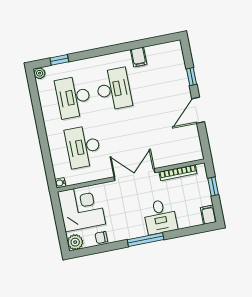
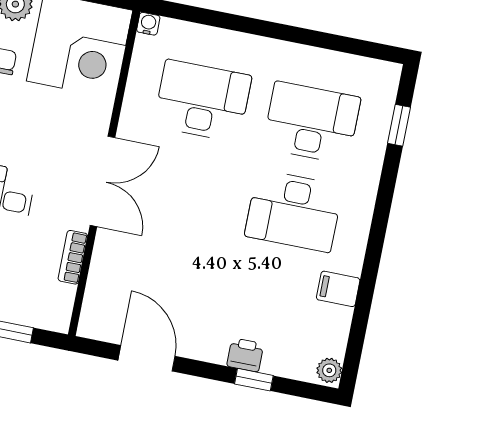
plant: (40, 73) -> (329, 370), moved
printer: (183, 85) -> (245, 355), added
door: (198, 110) -> (146, 358), moved
bookcase: (178, 173) -> (73, 257), width x0.64

